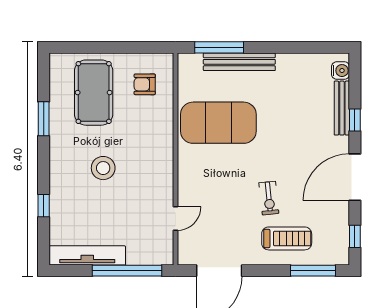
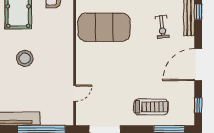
window: (355, 120) -> (198, 12), moved
exercise bike: (269, 198) -> (162, 27), moved

